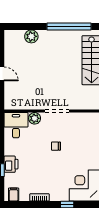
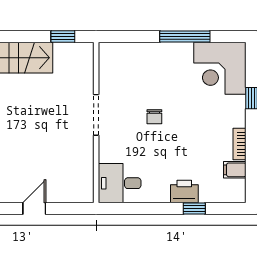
plant: (35, 118) -> (108, 152), removed
filing cabinet: (14, 195) -> (235, 170), moved

